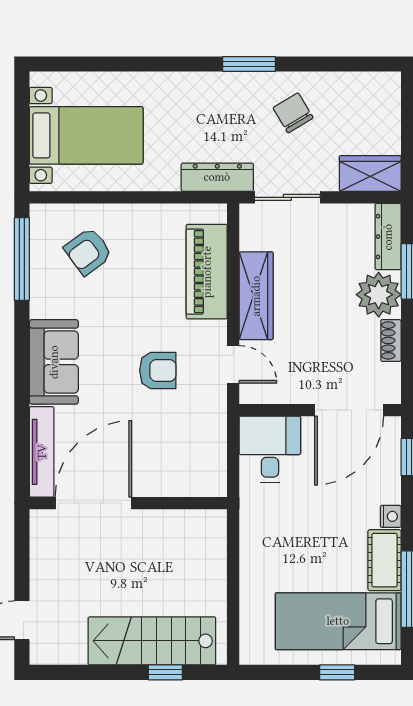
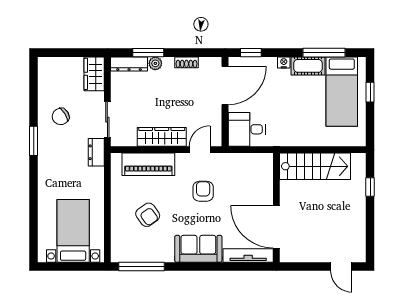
dresser: (217, 177) -> (96, 152), width x0.70
armchair: (88, 251) -> (148, 215), moved
plant: (379, 295) -> (155, 63), width x0.53, depth x0.53
door: (349, 410) -> (225, 85), hinge flipped
stairs: (152, 641) -> (315, 166), moved, turned -90

